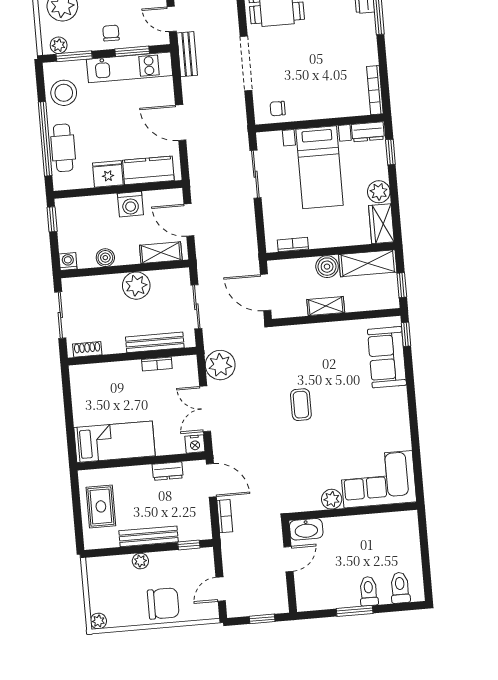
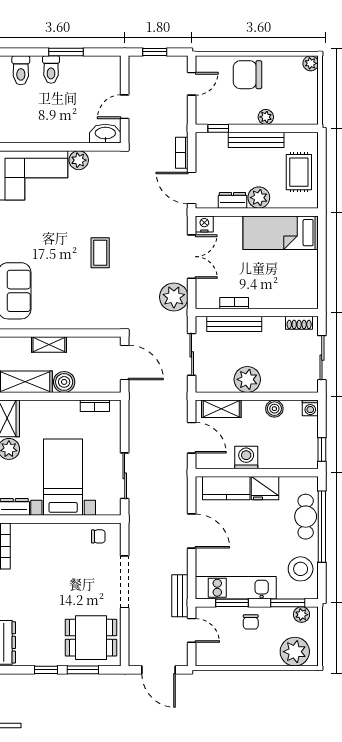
shelving: (326, 306) -> (49, 345), moved
plant: (140, 476) -> (259, 198), added

